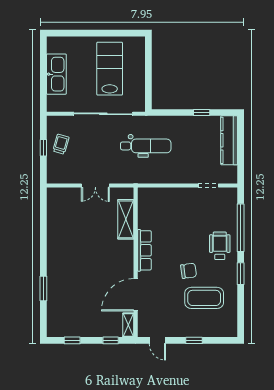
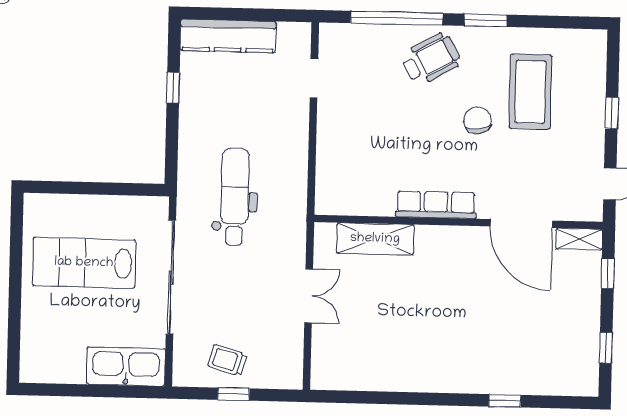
kitchen sink: (56, 74) -> (126, 367), moved
wheelchair: (220, 246) -> (431, 59), turned 151
window: (43, 289) -> (505, 401), width x0.67

